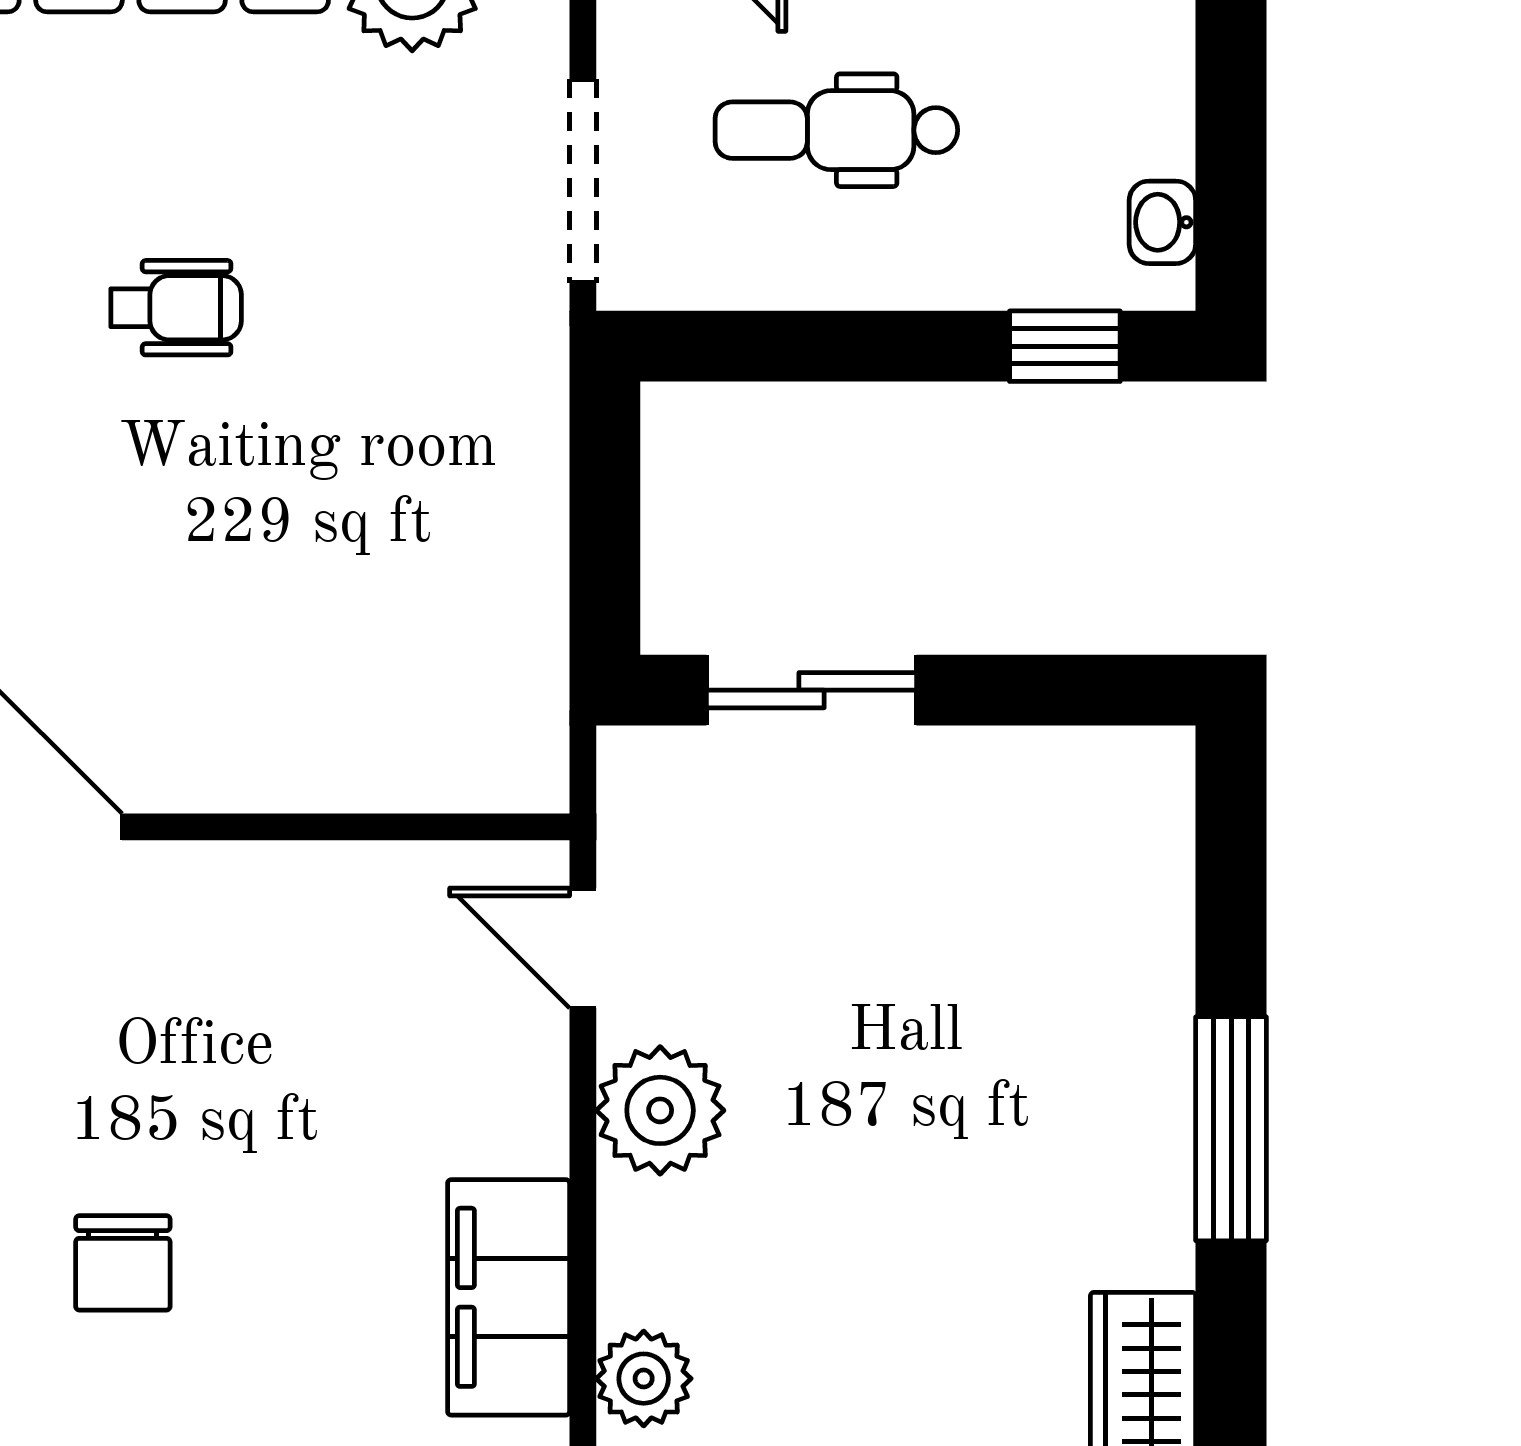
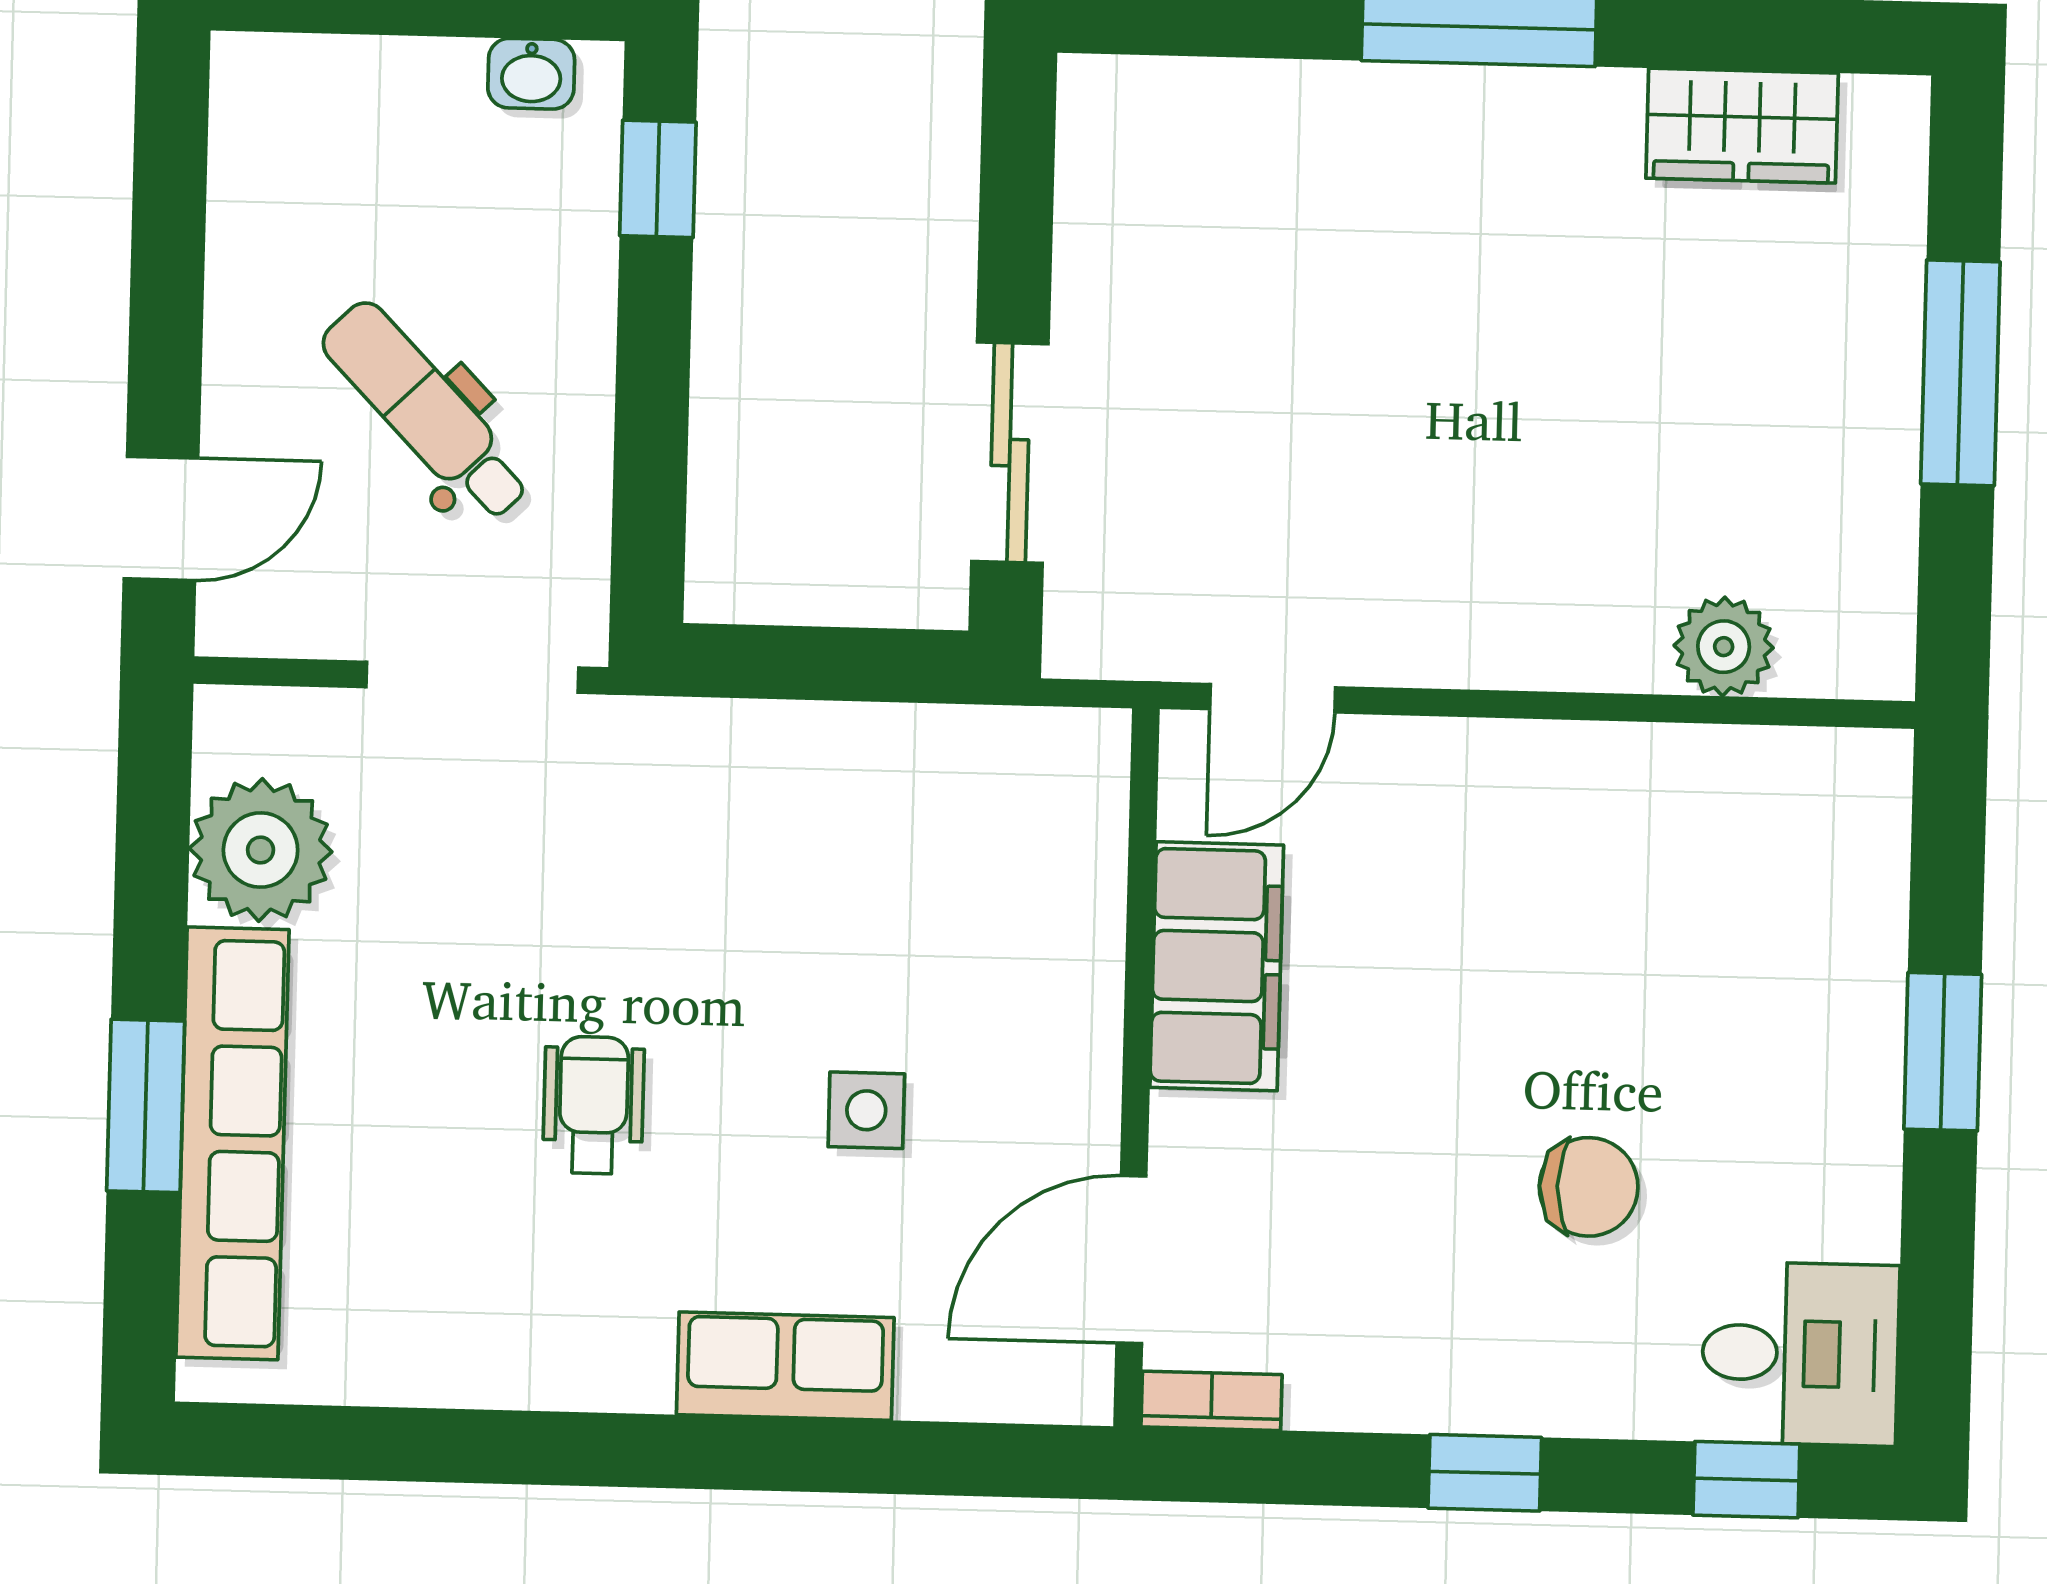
dental chair: (836, 130) -> (426, 411), turned 136
side table: (178, 569) -> (866, 1110), added
plant: (660, 1110) -> (1444, 622), removed
filing cabinet: (509, 1297) -> (1217, 966), moved, turned -90

